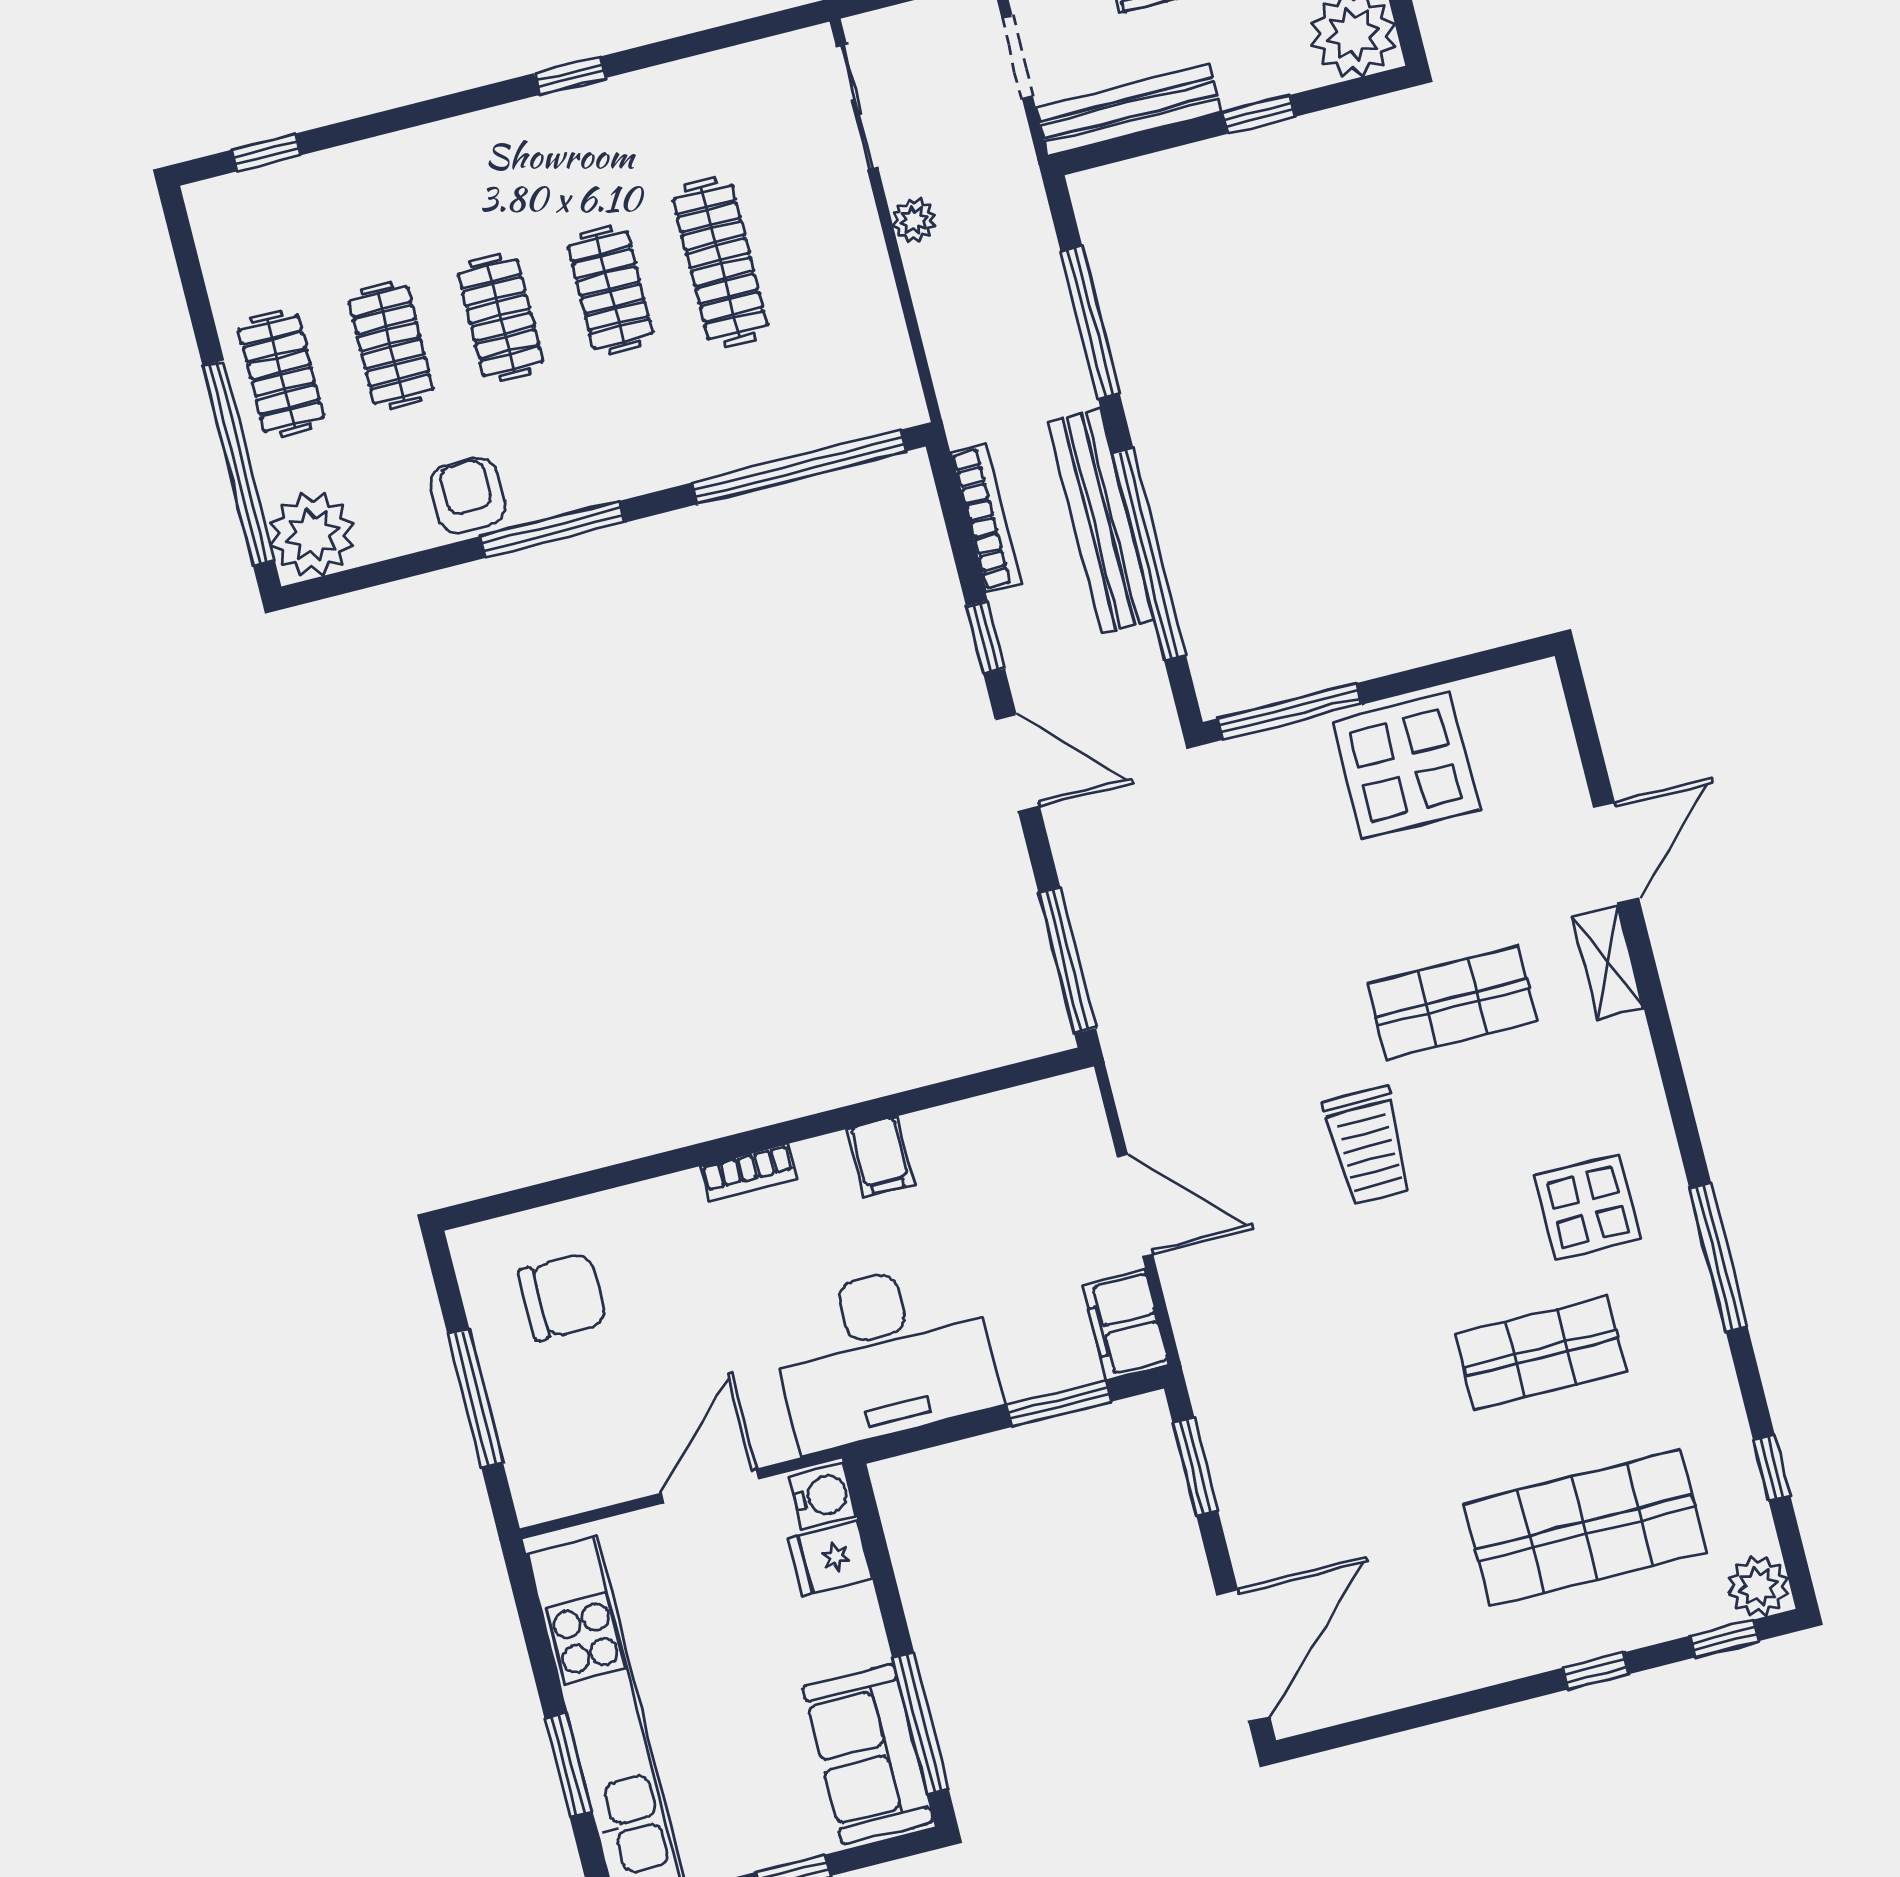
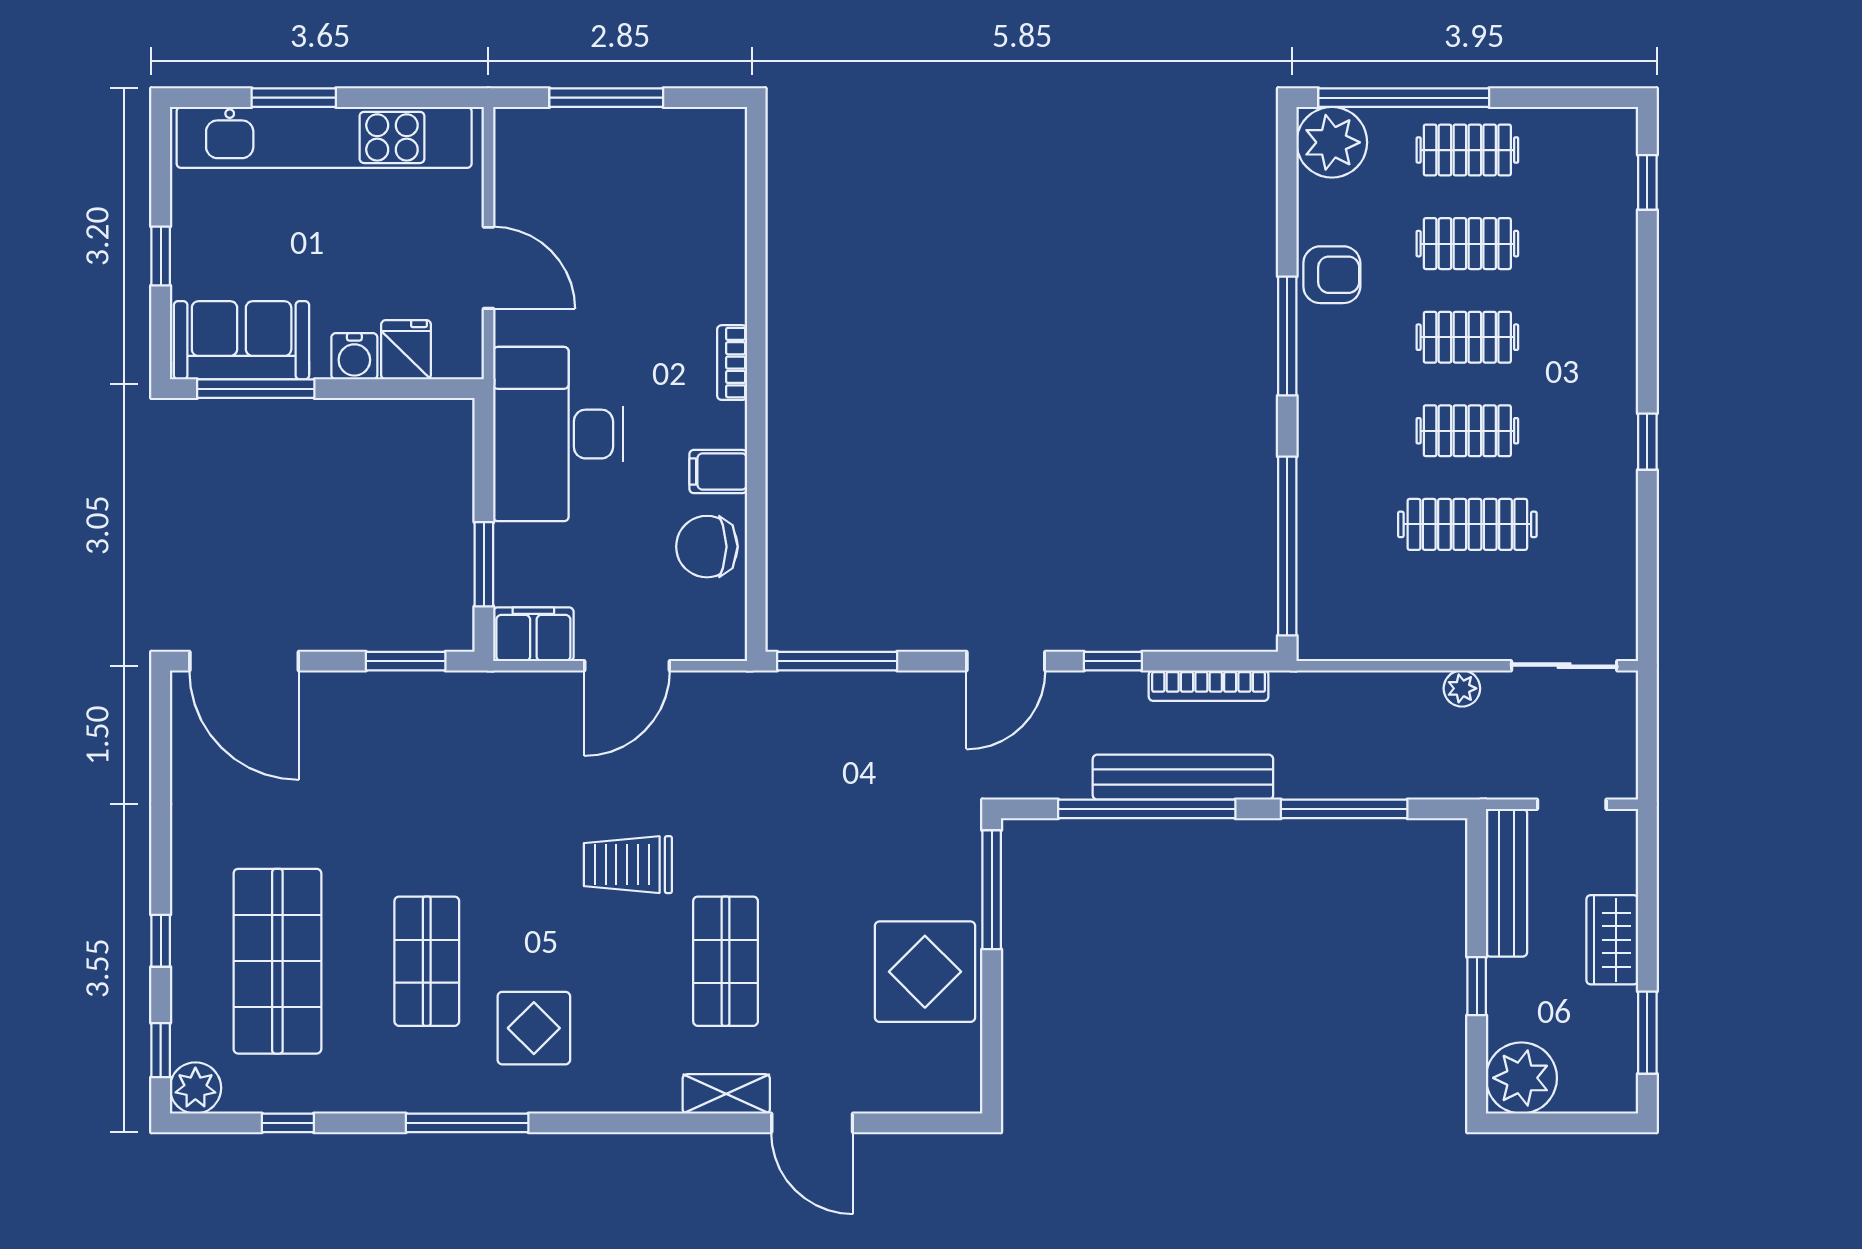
chair: (562, 1297) -> (707, 547), moved, turned 90
water cooler: (823, 1496) -> (354, 356), moved

